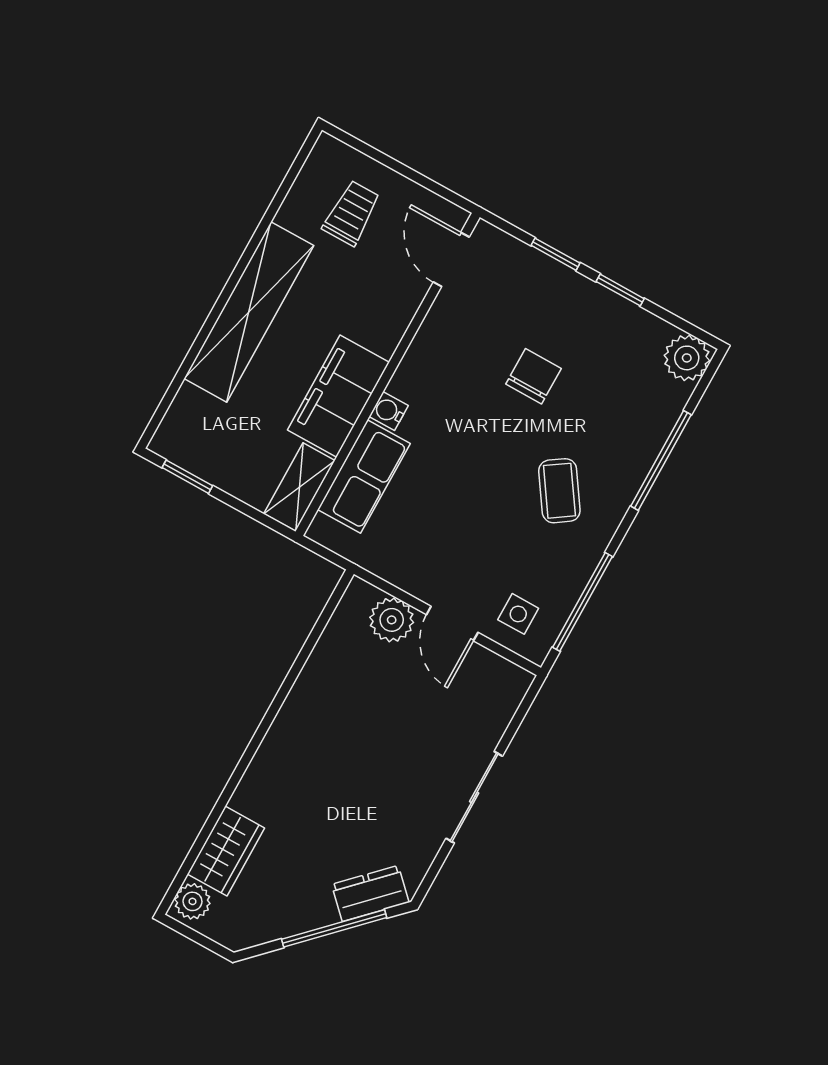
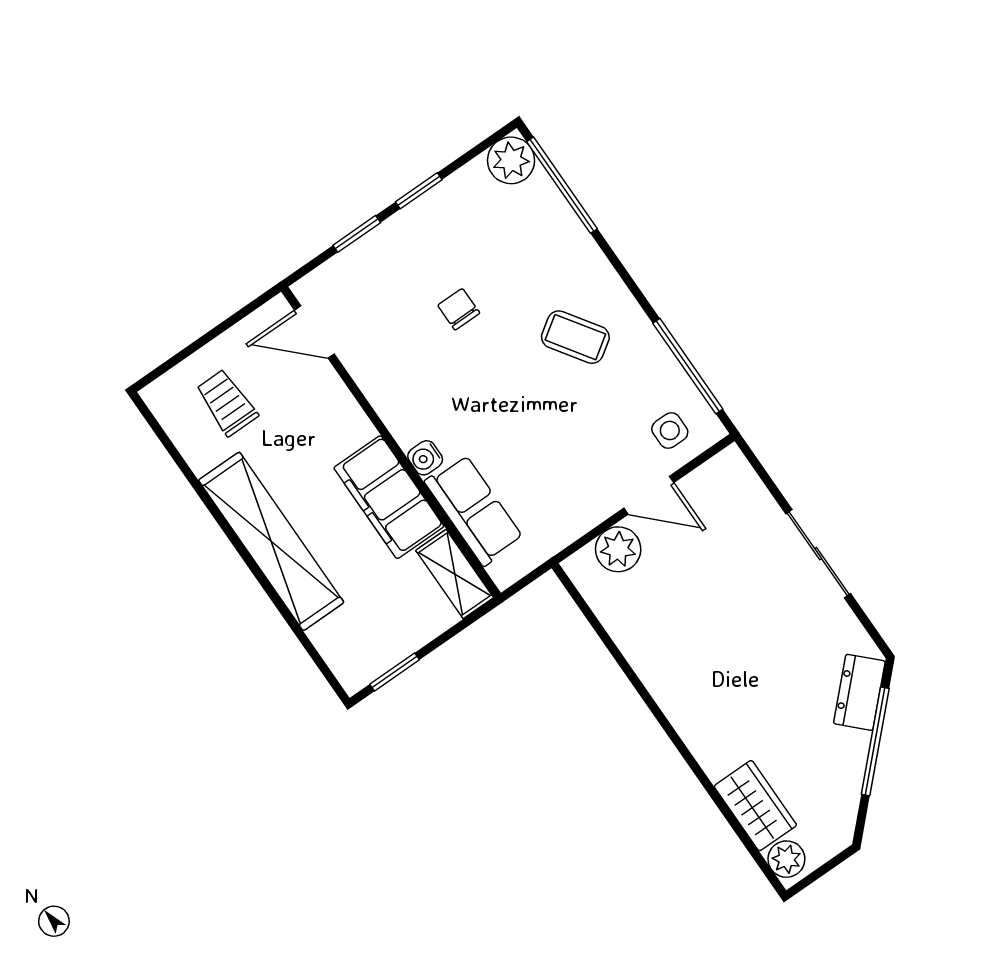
chair: (533, 376) -> (459, 309), width x0.73, depth x0.73
window: (661, 460) -> (562, 185), moved

